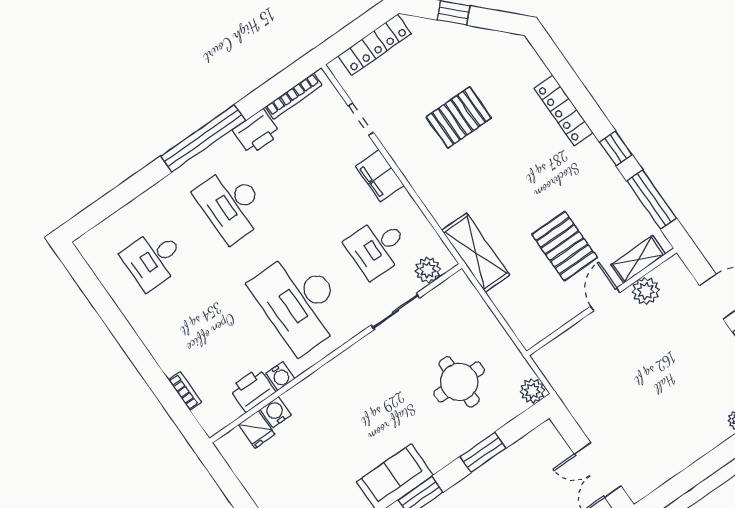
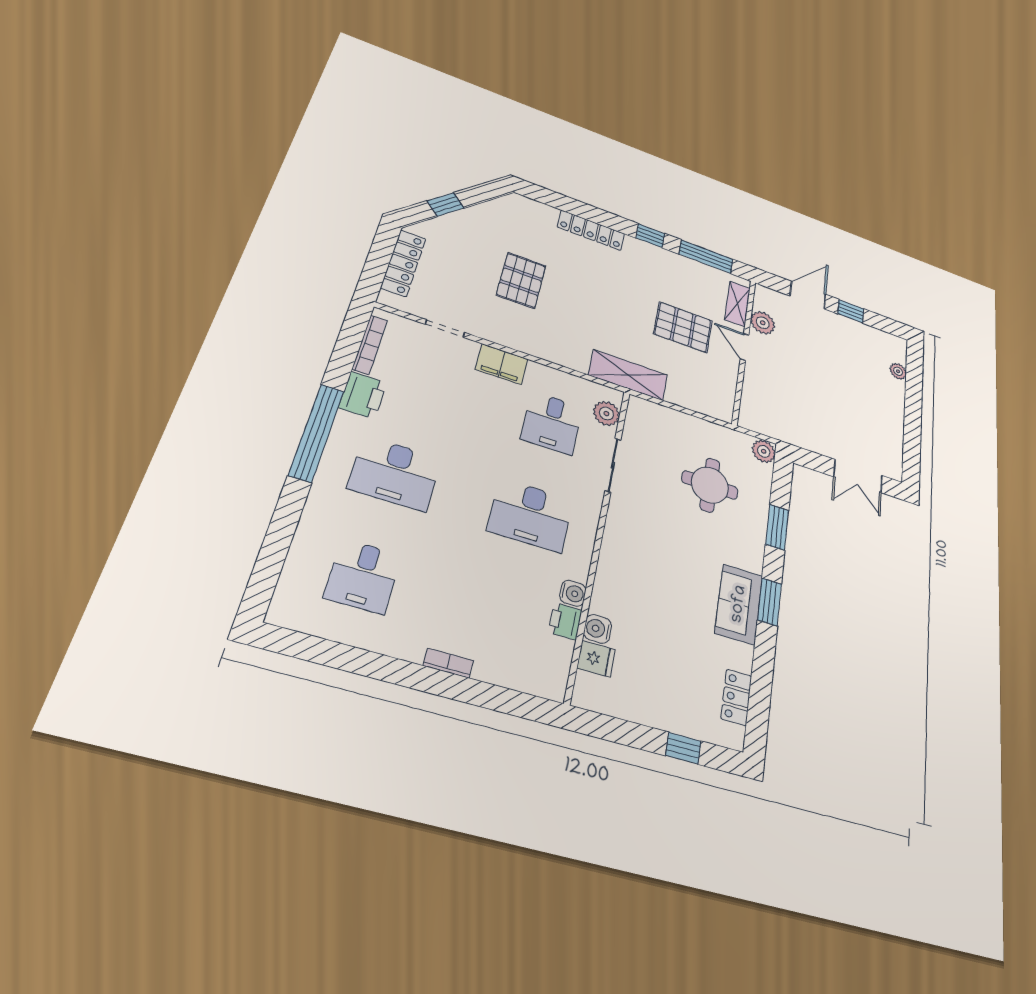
desk: (300, 302) -> (530, 515), width x0.73, depth x0.77
printer: (252, 390) -> (565, 621), width x0.73, depth x0.81
bookcase: (185, 391) -> (448, 663), moved

